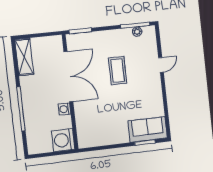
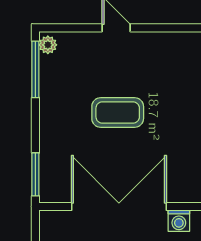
plant: (137, 32) -> (48, 45), moved

